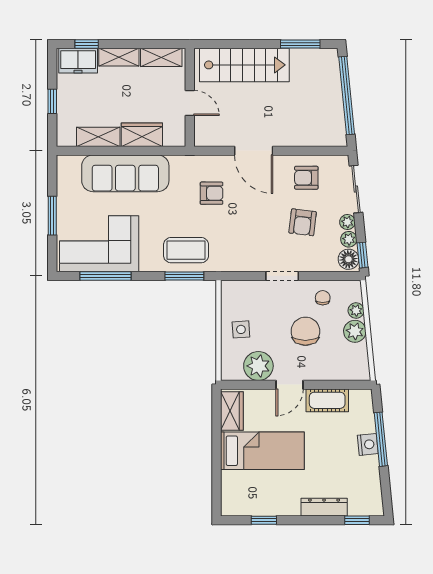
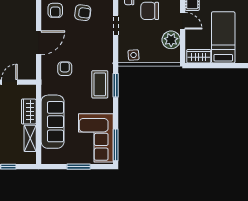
window: (106, 276) -> (116, 145), moved
side table: (241, 329) -> (134, 55), moved

